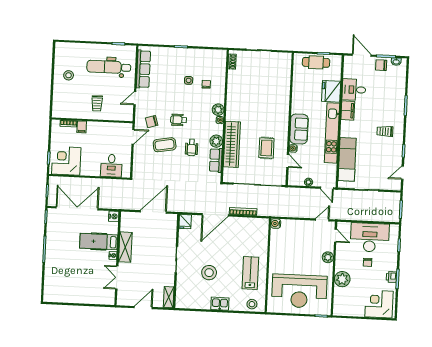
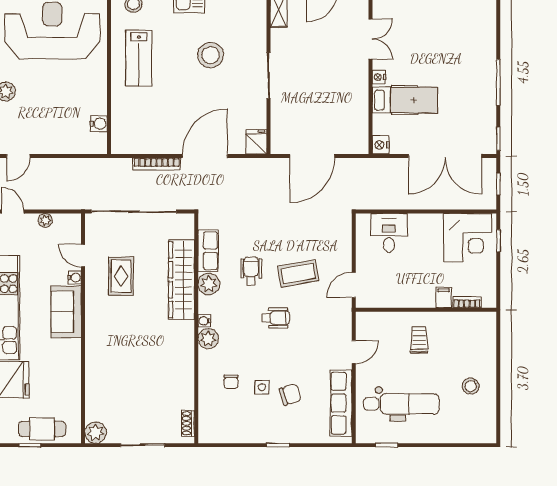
plant: (285, 59) -> (96, 433), added
chair: (152, 122) -> (290, 395), moved
water cooler: (276, 224) -> (99, 124), moved
shelving: (125, 247) -> (358, 93), removed

